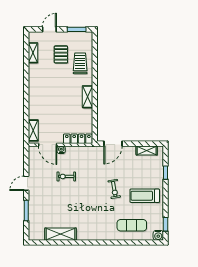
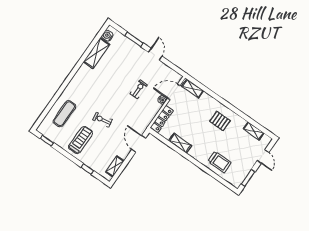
pallet: (61, 54) -> (220, 121), moved
shelving: (88, 97) -> (180, 143), moved
water cooler: (158, 235) -> (107, 36), moved

